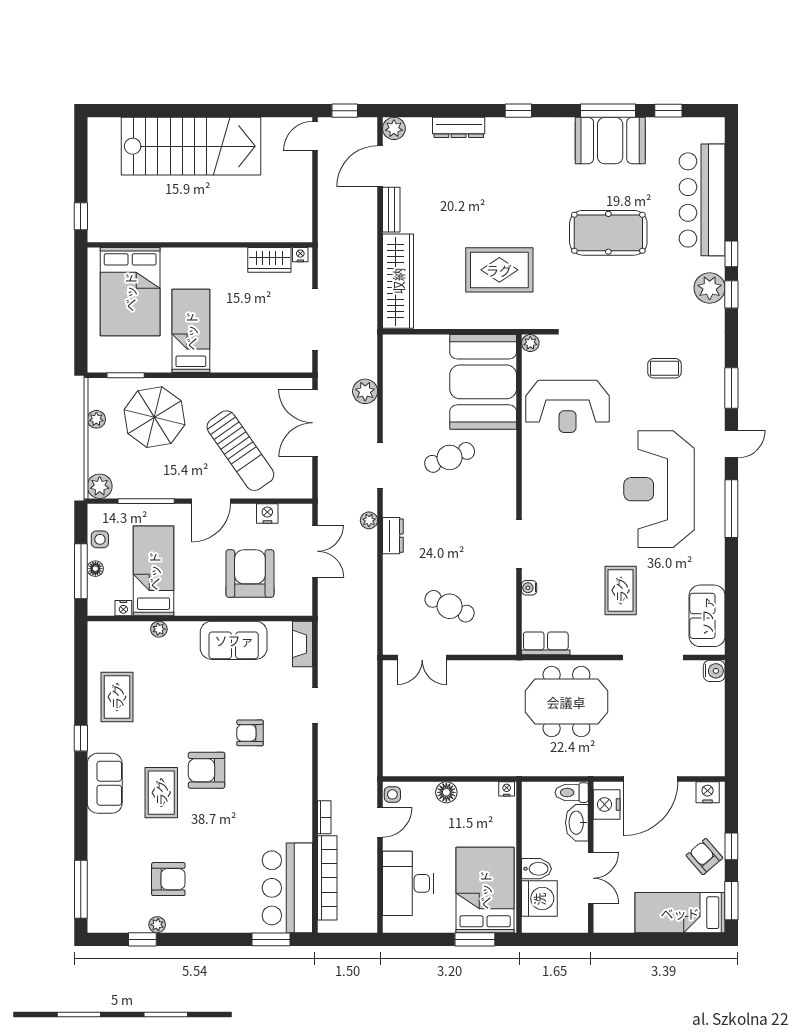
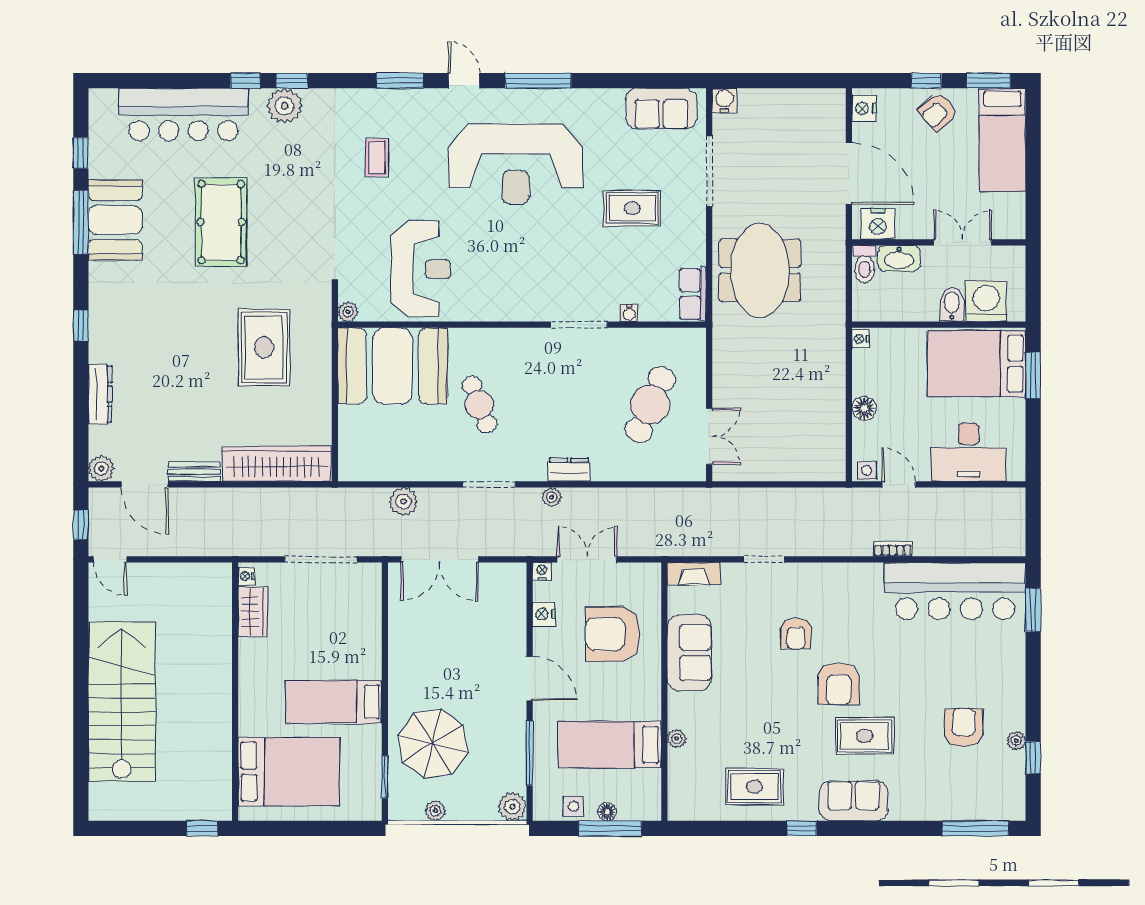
sun lounger: (240, 451) -> (472, 645), removed
cafe table: (450, 606) -> (650, 405), width x1.37, depth x1.35
nightstand: (123, 608) -> (542, 571), moved, turned -90
bookcase: (327, 878) -> (962, 545), removed
bar counter: (287, 888) -> (955, 591), width x1.36

